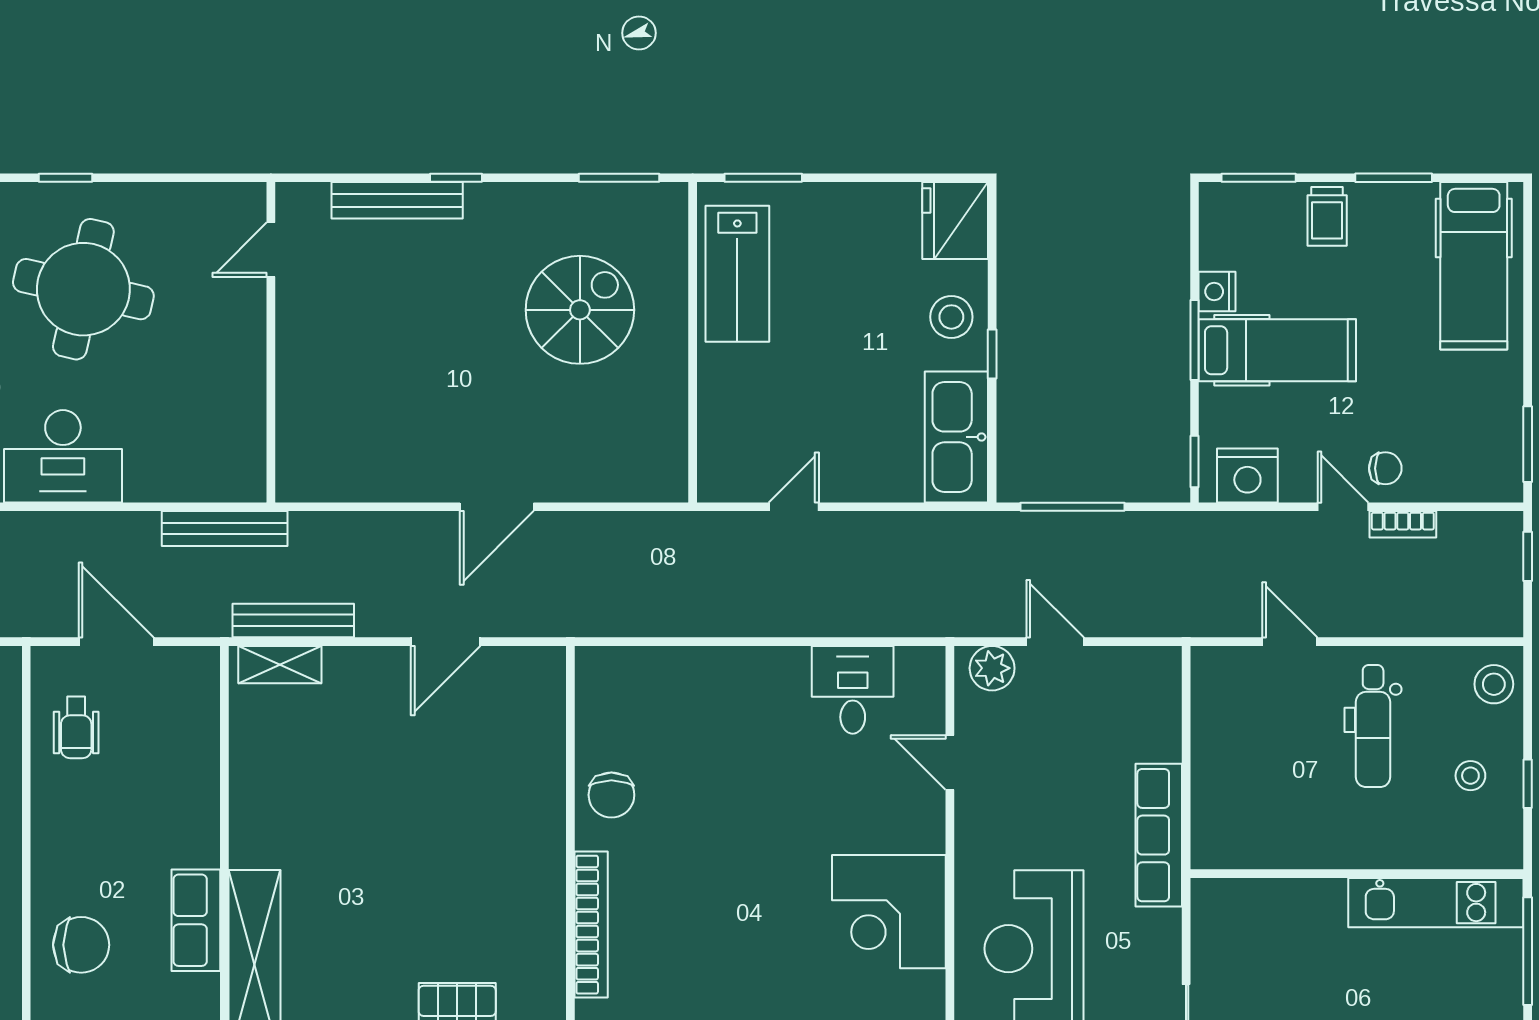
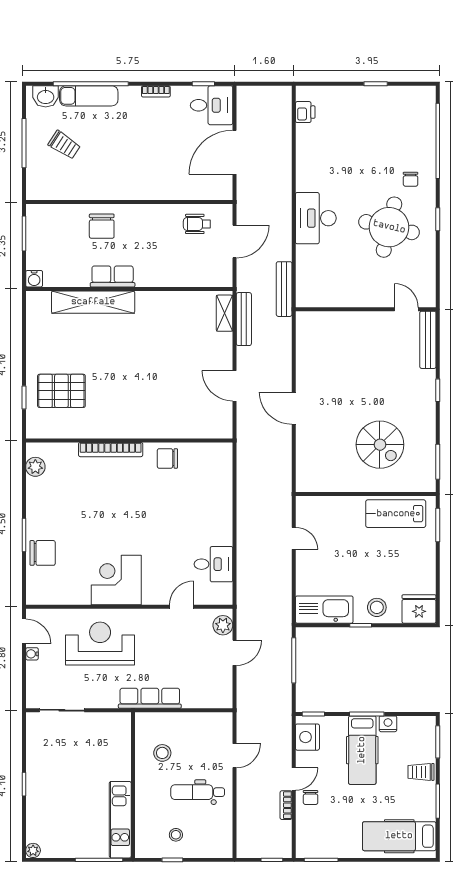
bench: (397, 200) -> (428, 340), moved
stool: (1494, 684) -> (162, 753), moved

